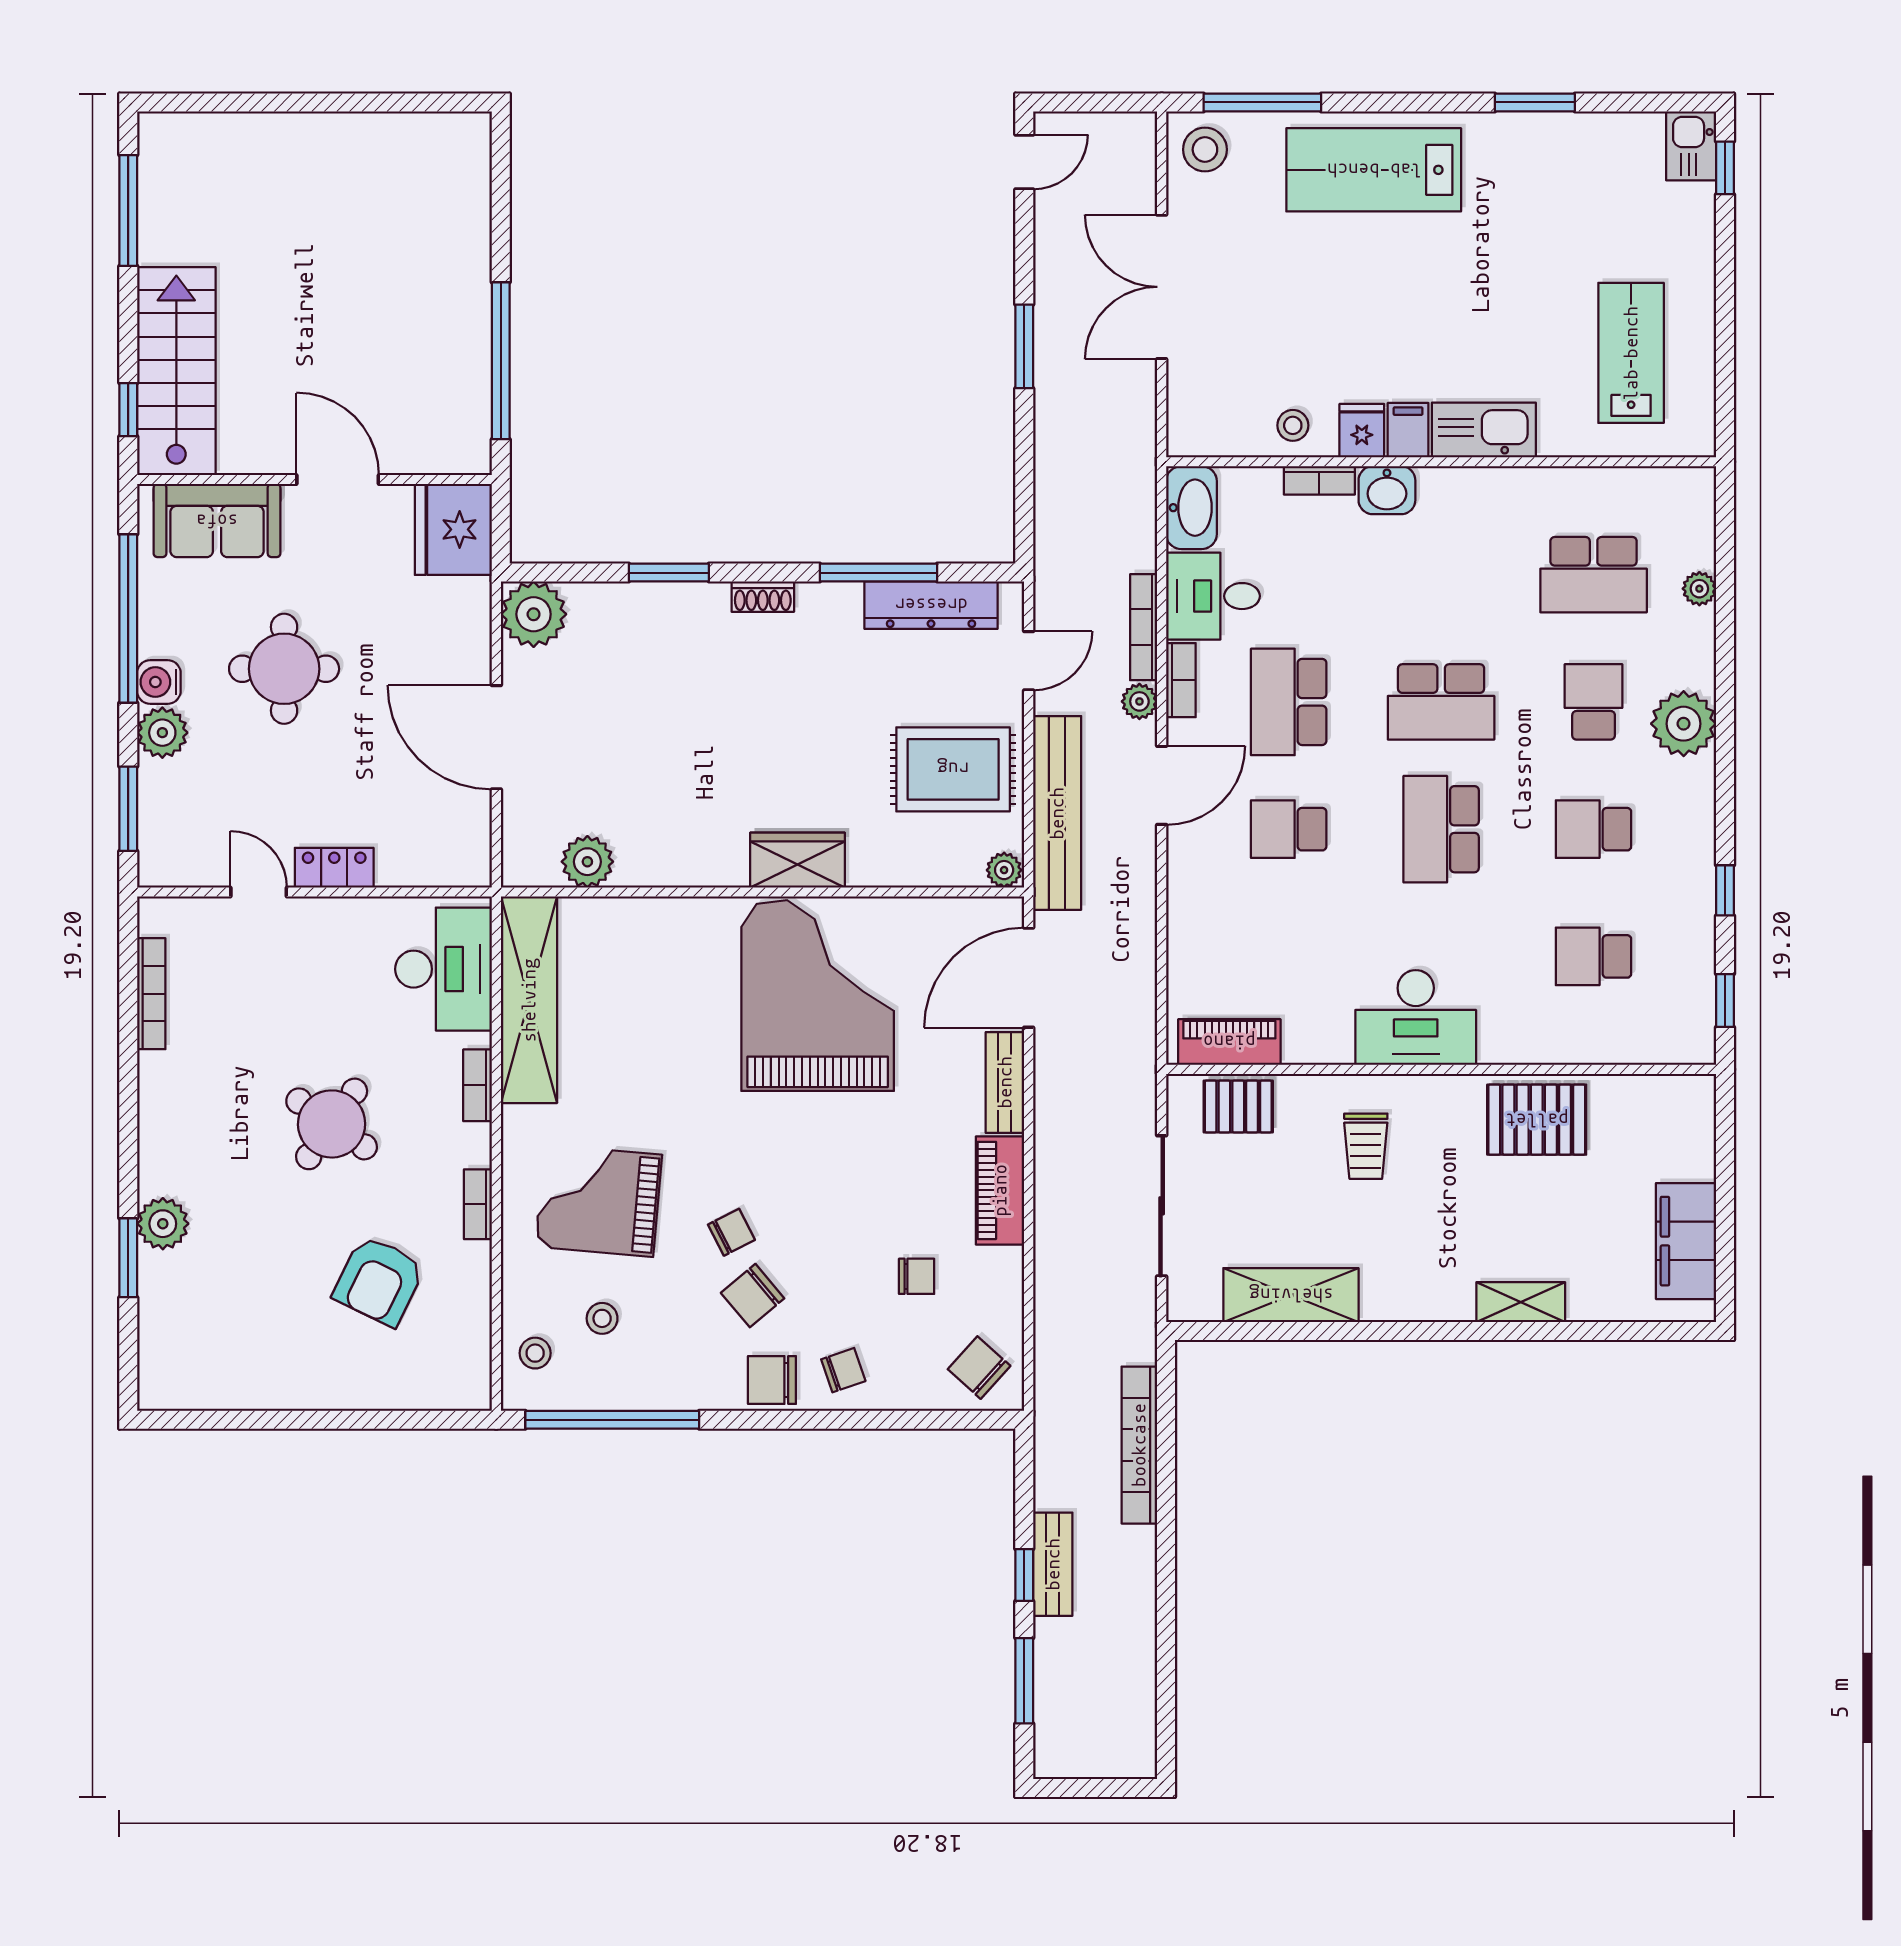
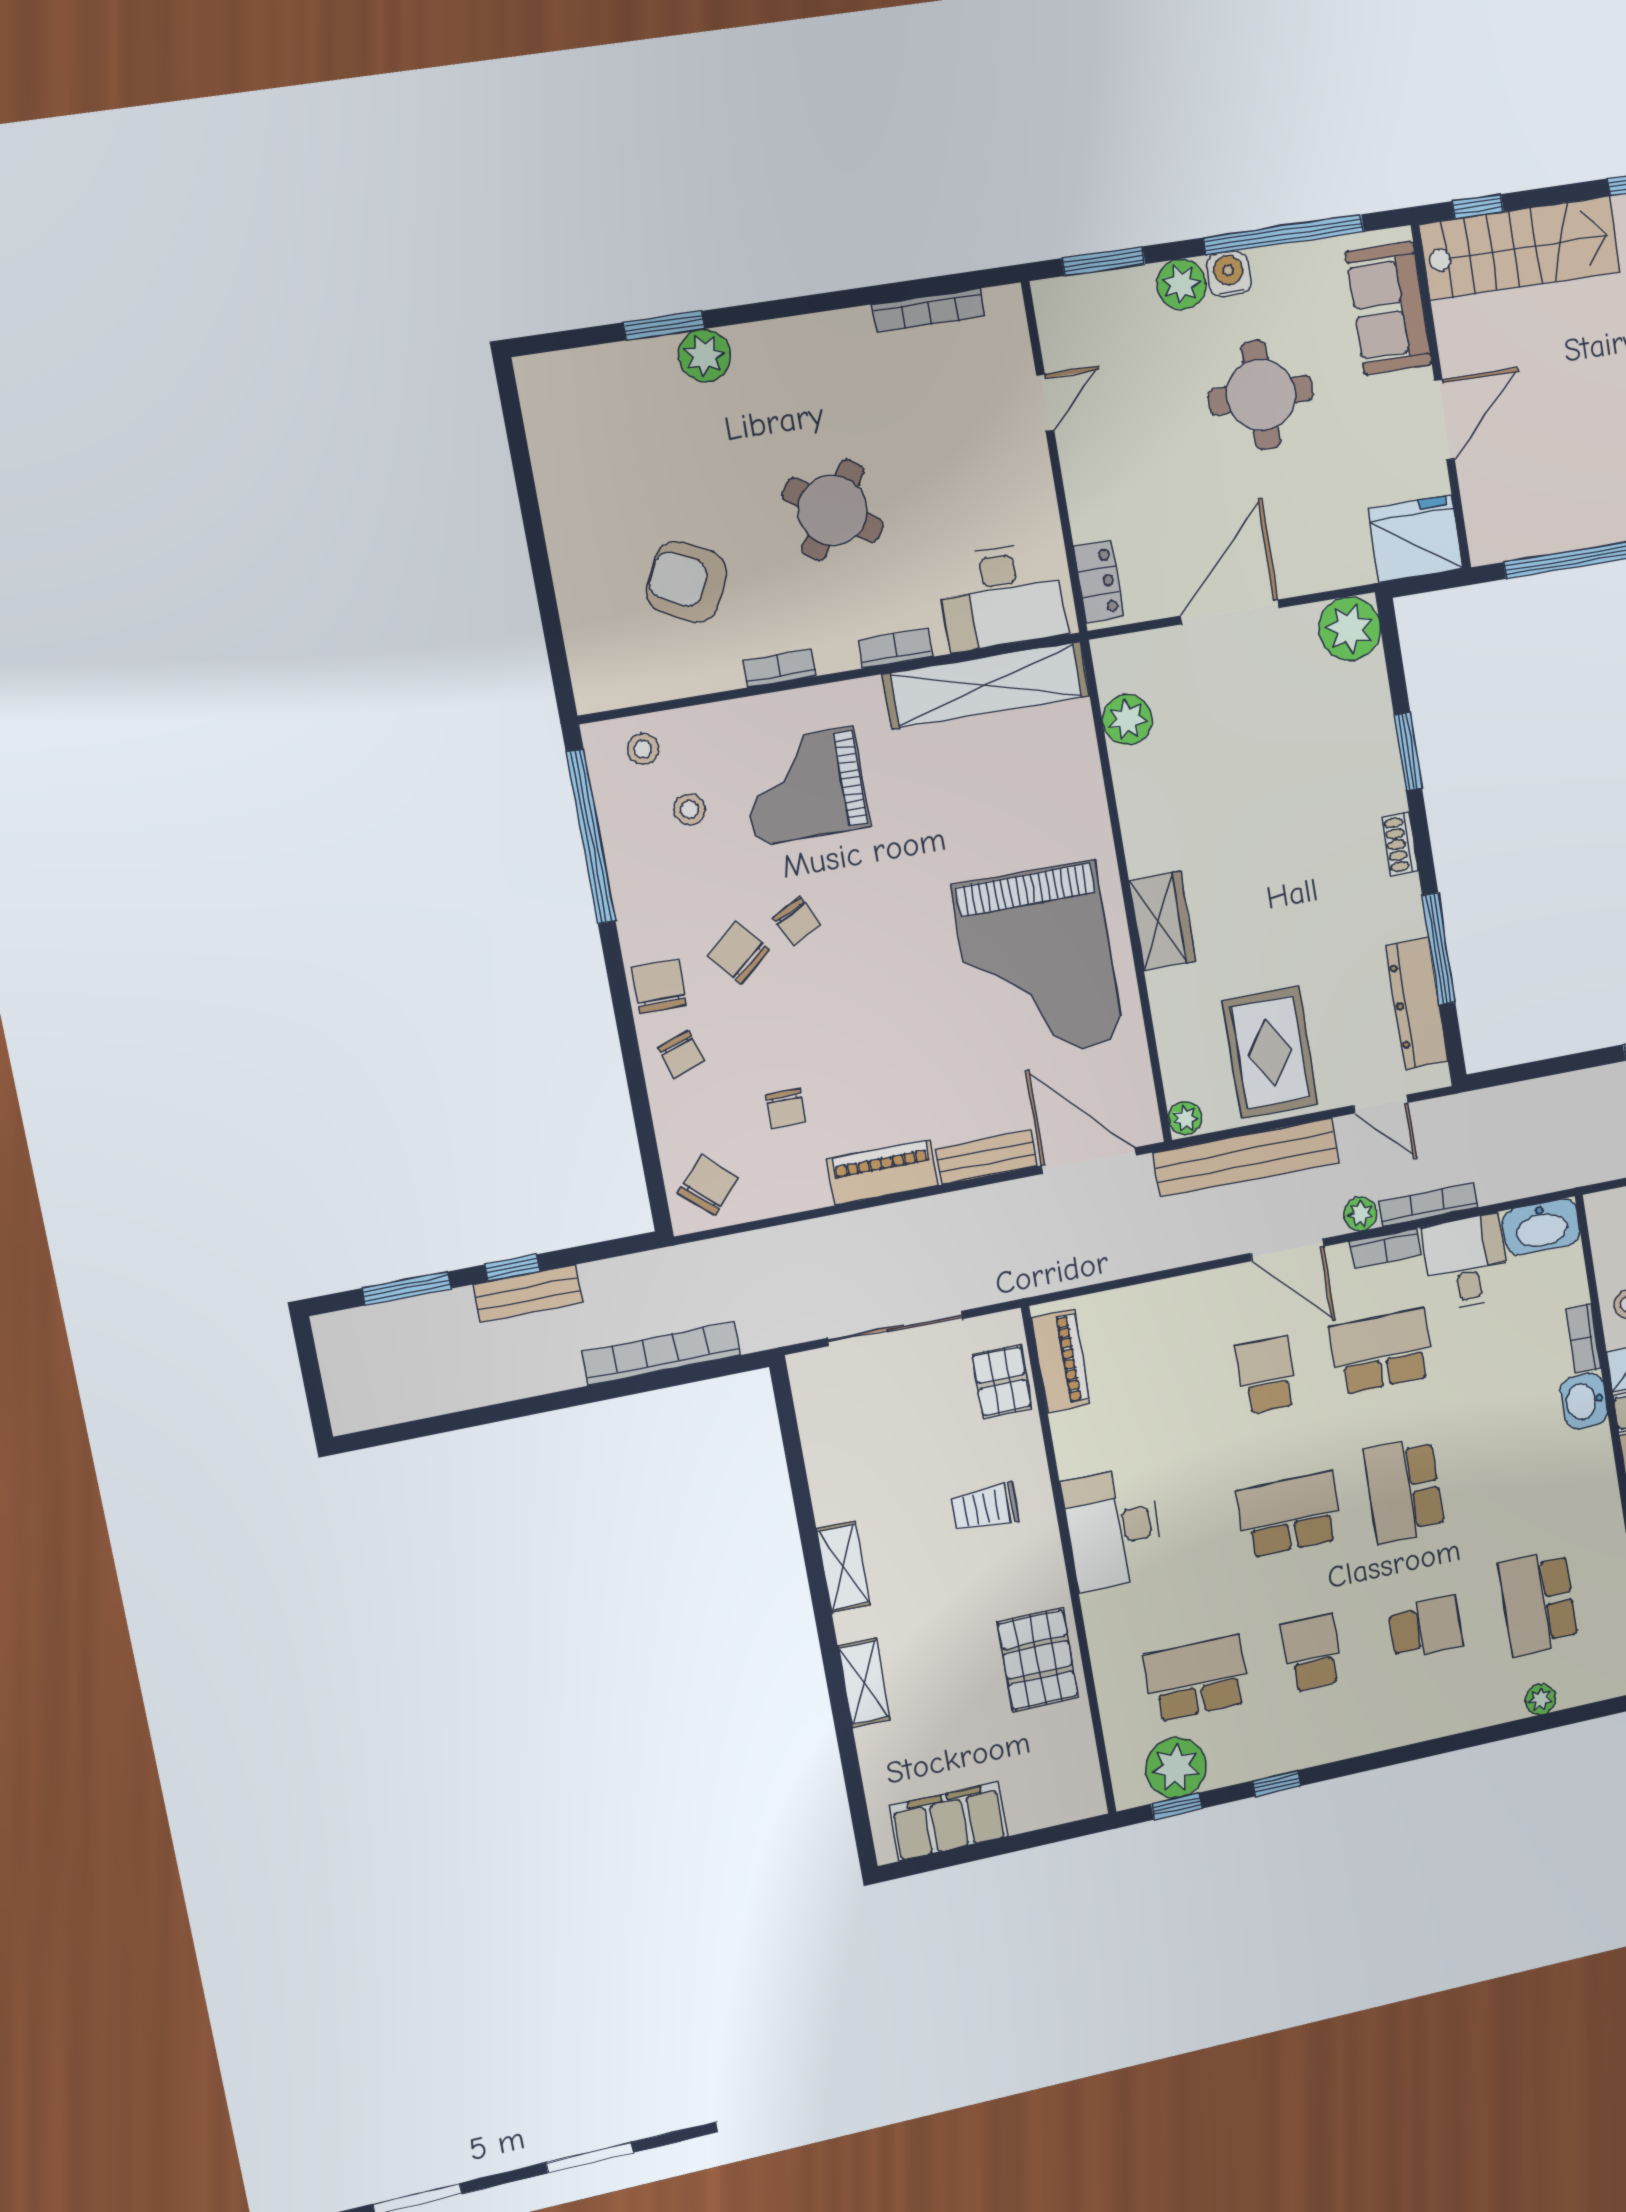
plant: (1684, 724) -> (1176, 1768), moved
locker: (334, 868) -> (1099, 582), moved
school desk: (1594, 956) -> (1197, 1678), width x1.85
grand piano: (818, 996) -> (1038, 963), turned 90
grand piano: (599, 1201) -> (804, 786), turned -95
shelving: (1291, 1295) -> (843, 1567), moved, width x0.67, depth x0.75

